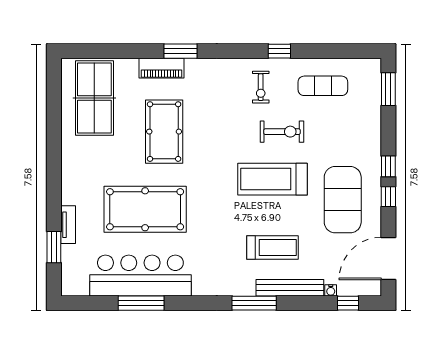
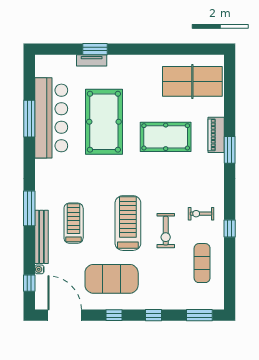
window: (388, 166) -> (153, 315), moved
window: (54, 247) -> (95, 49), moved
treadmill: (273, 247) -> (74, 223), turned 180

